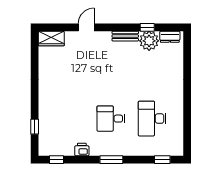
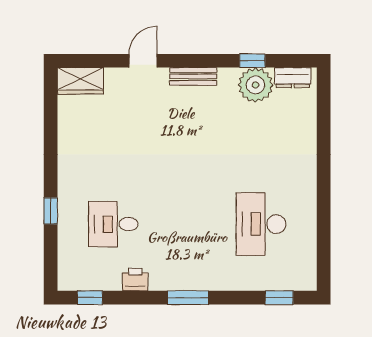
bench: (125, 36) -> (193, 76), moved
desk: (111, 119) -> (113, 224), moved
window: (35, 127) -> (51, 211), moved

